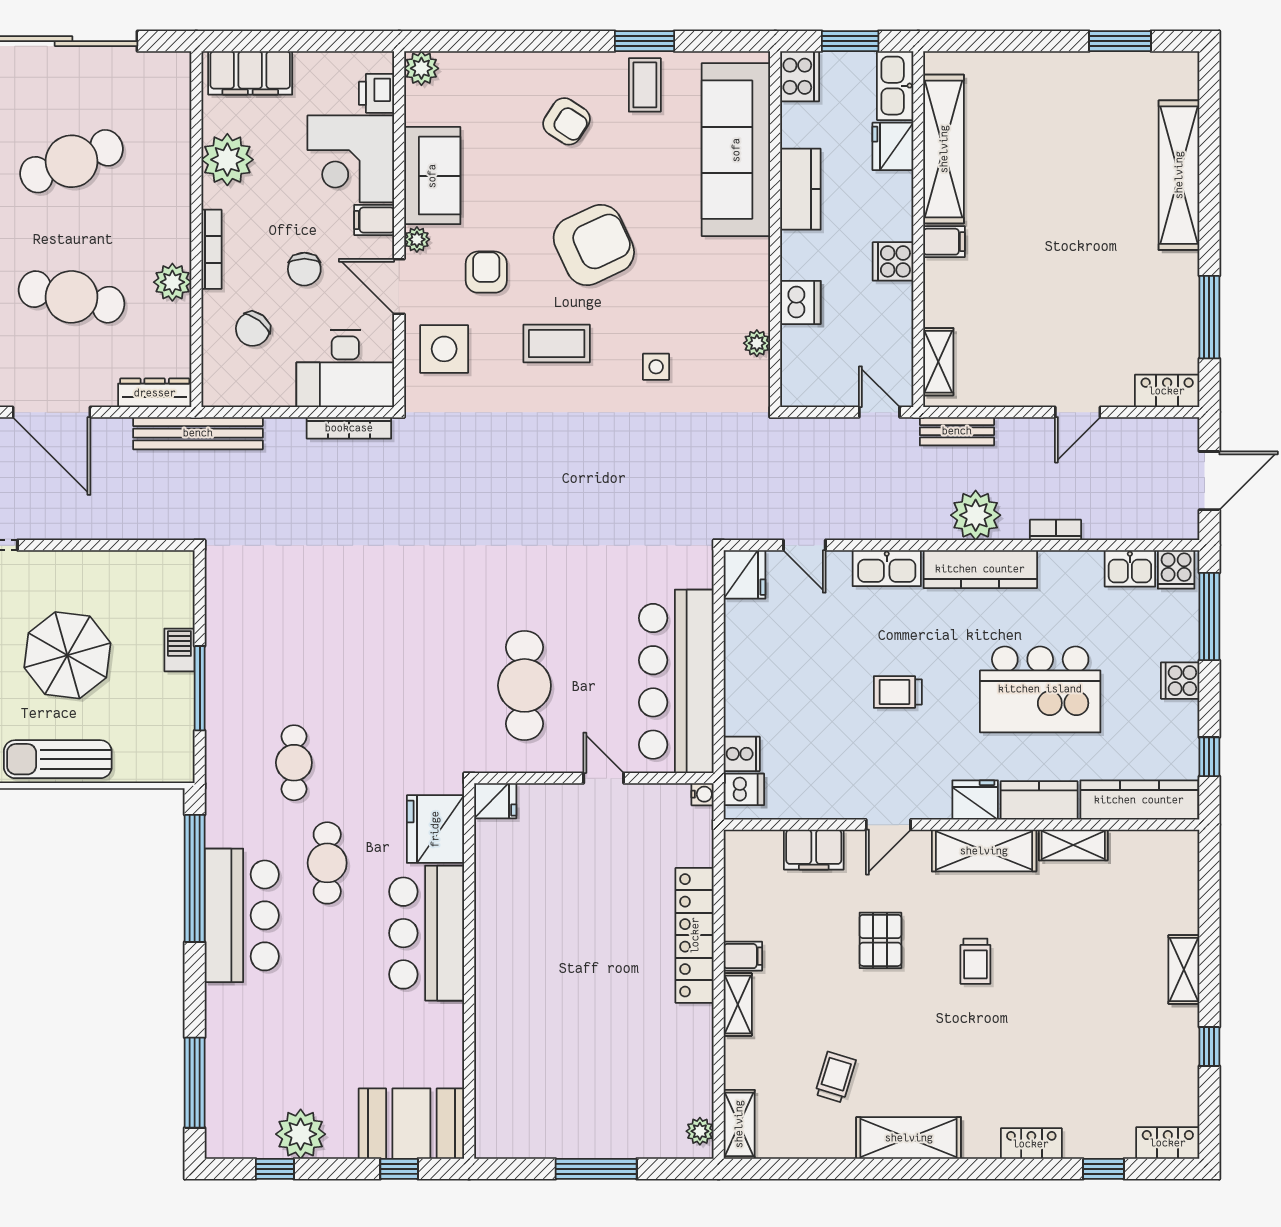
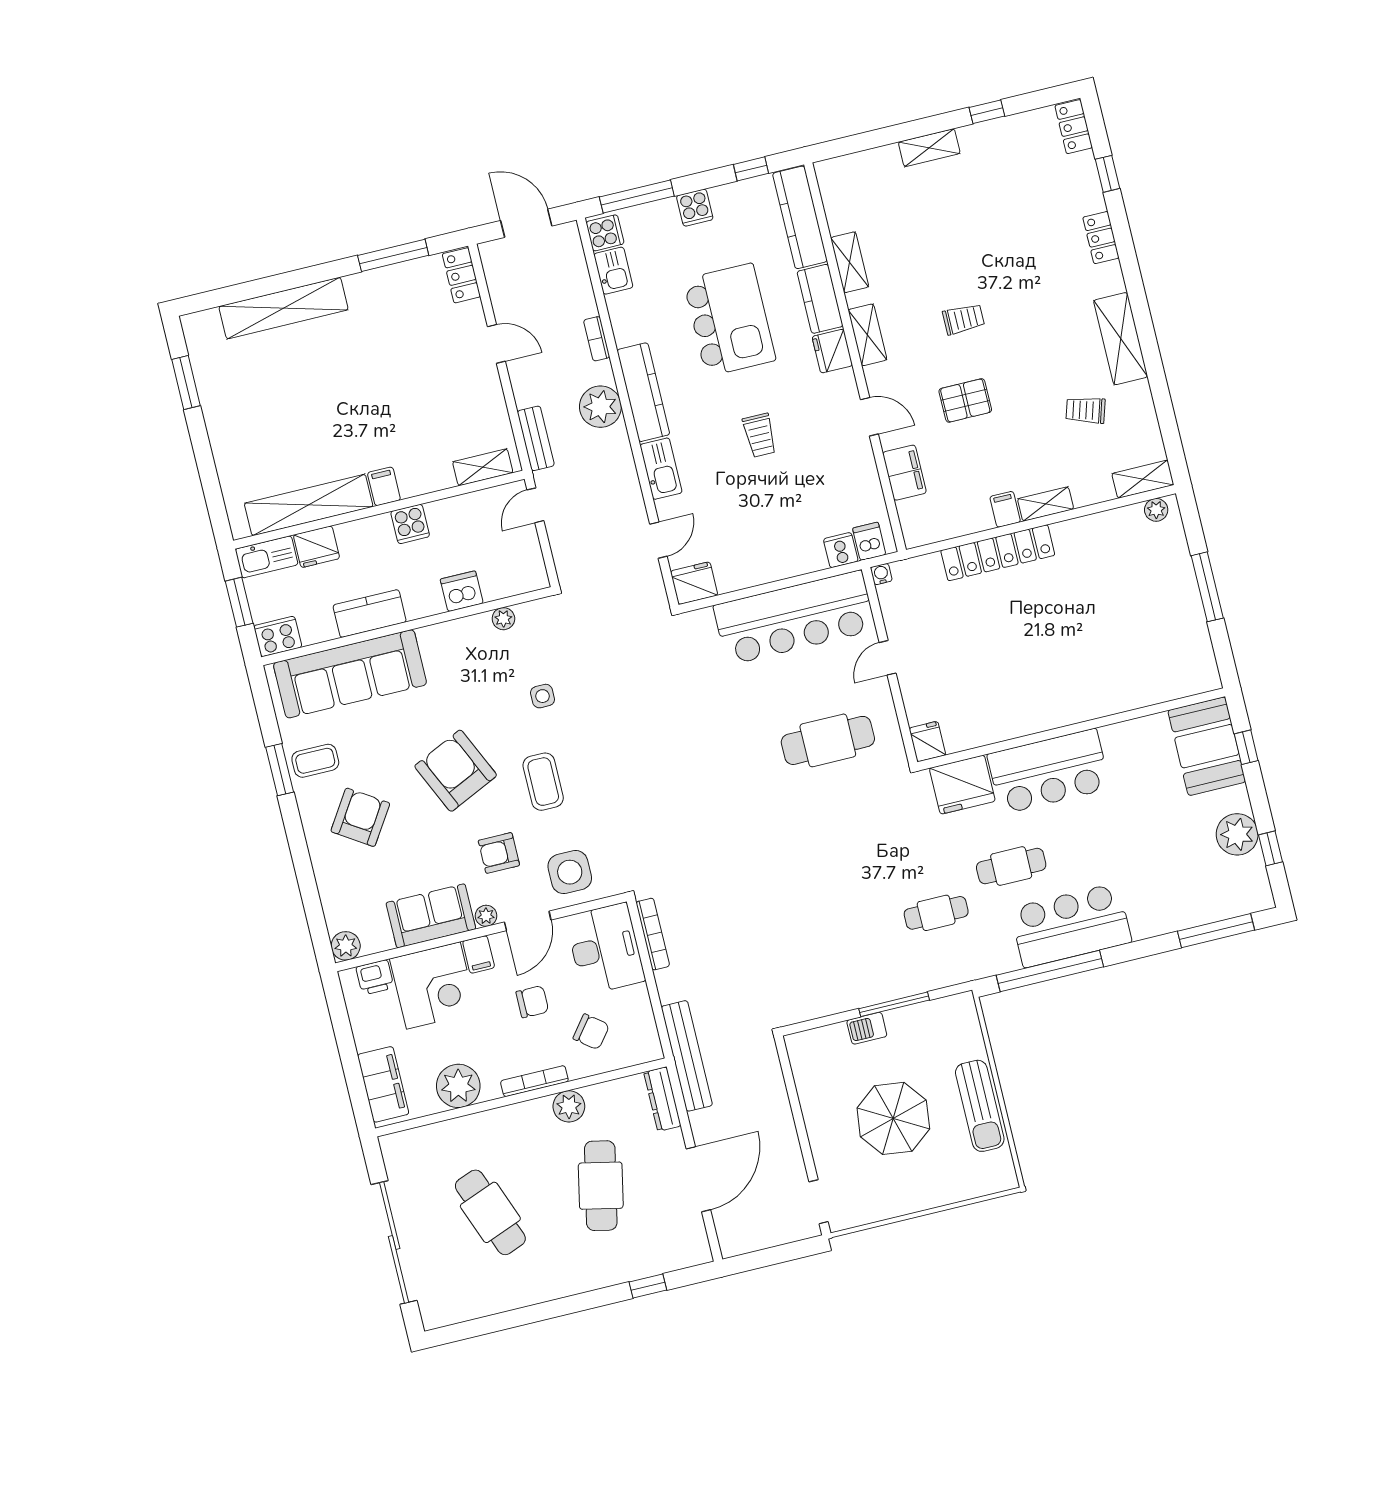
armchair: (567, 121) -> (360, 817), width x1.38, depth x1.38
shelving: (984, 851) -> (867, 335), width x0.67, depth x0.75

